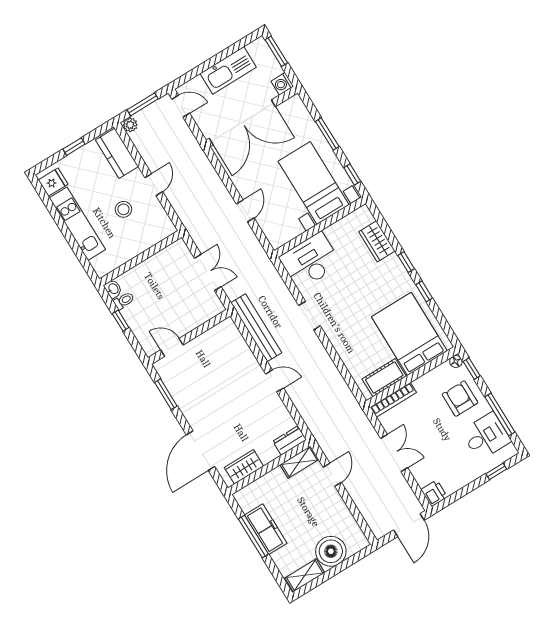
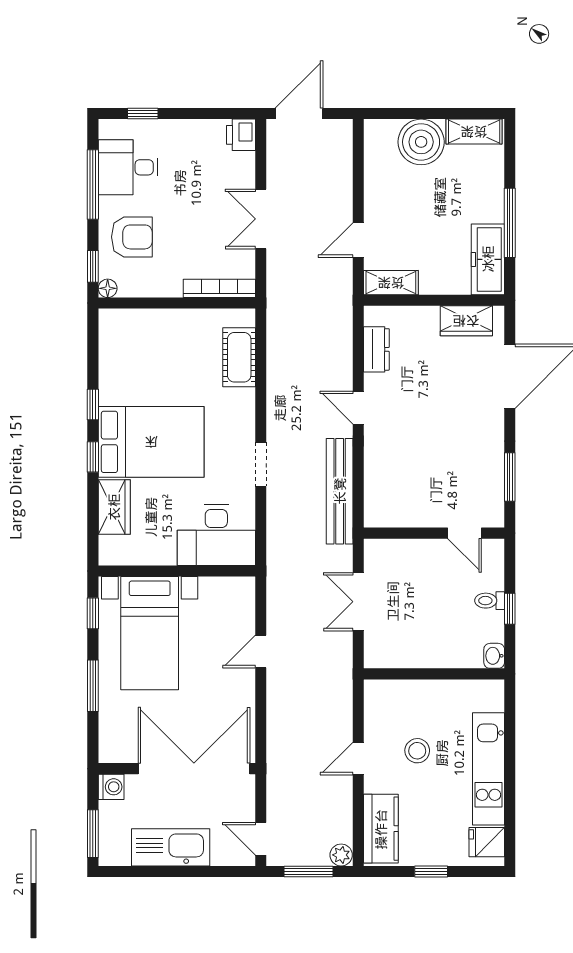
toilet: (124, 301) -> (490, 601), moved
bed: (409, 334) -> (151, 442), moved, turned -90
cot: (384, 378) -> (239, 357), moved, turned 90
armchair: (460, 399) -> (132, 237), turned -90
dresser: (290, 441) -> (376, 349), moved, turned -90
freezer: (266, 529) -> (488, 259), moved

